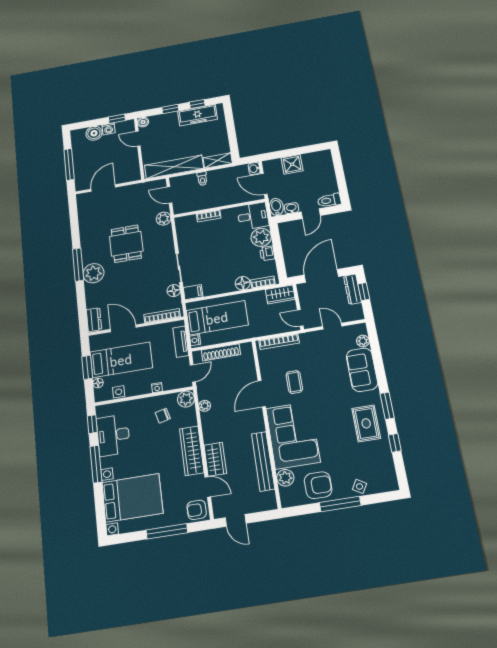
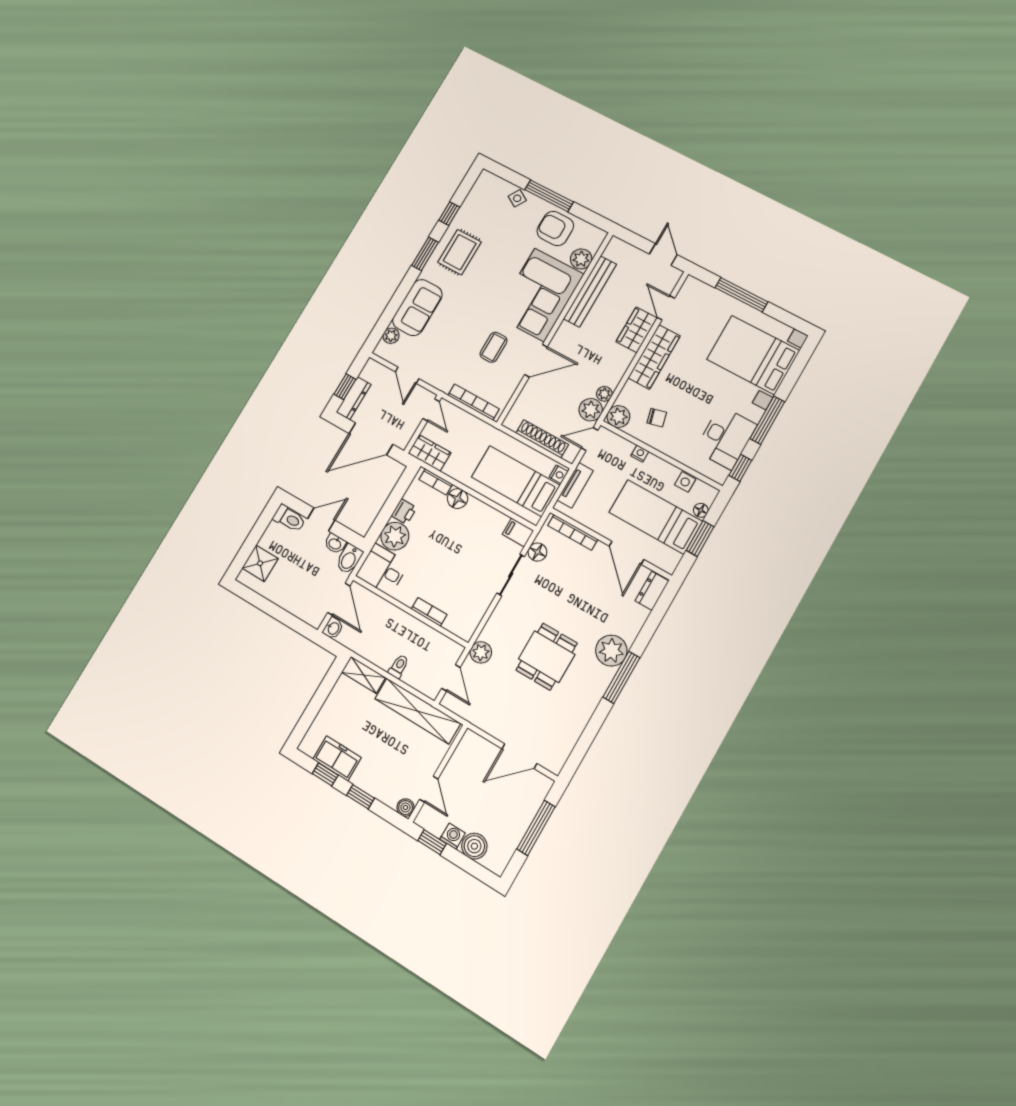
freezer: (197, 115) -> (337, 758), width x0.71
shower: (292, 164) -> (260, 563), moved
plant: (206, 390) -> (591, 410), added
armchair: (197, 510) -> (695, 293), removed

